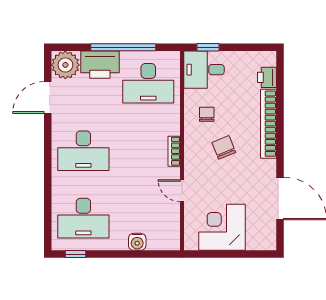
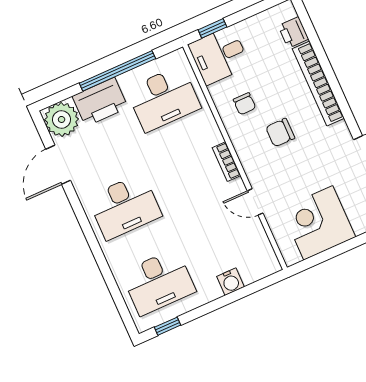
chair: (207, 114) -> (244, 104), turned 180
chair: (224, 147) -> (280, 133), turned -68

